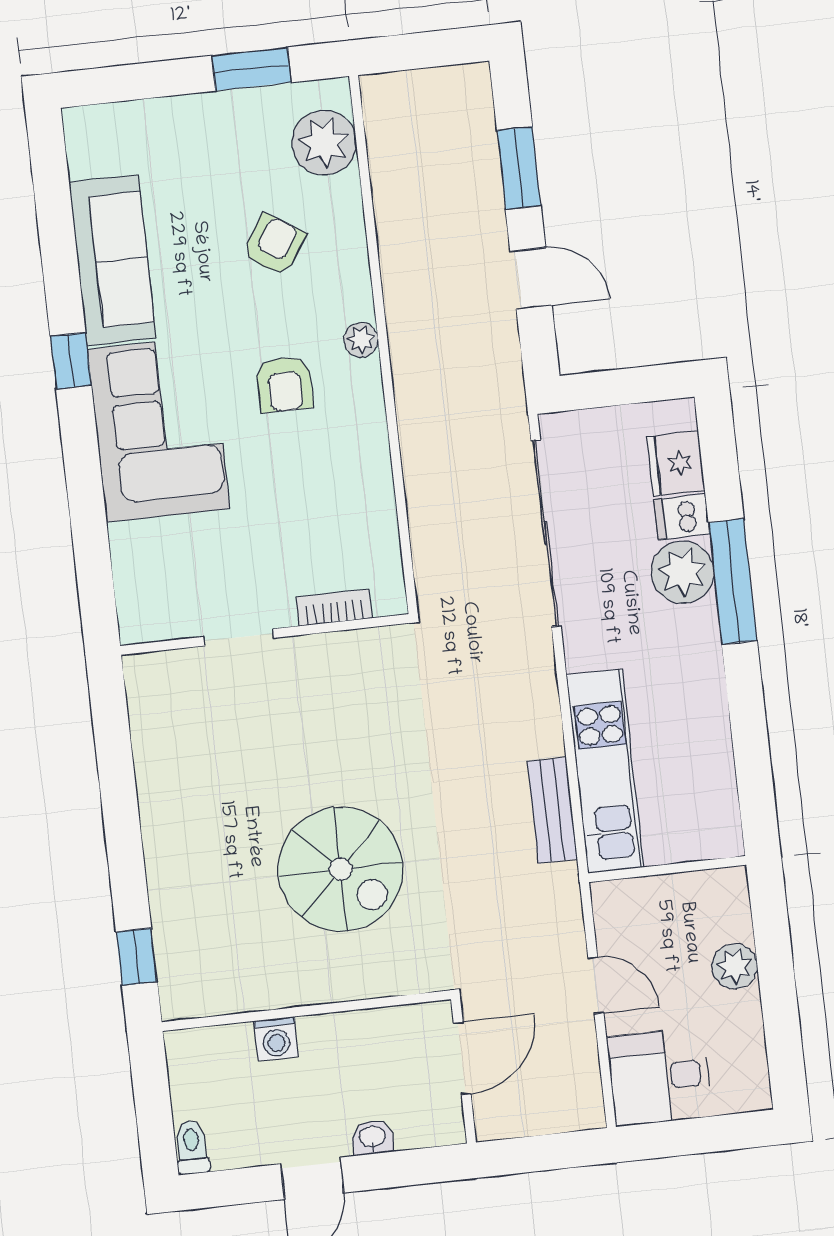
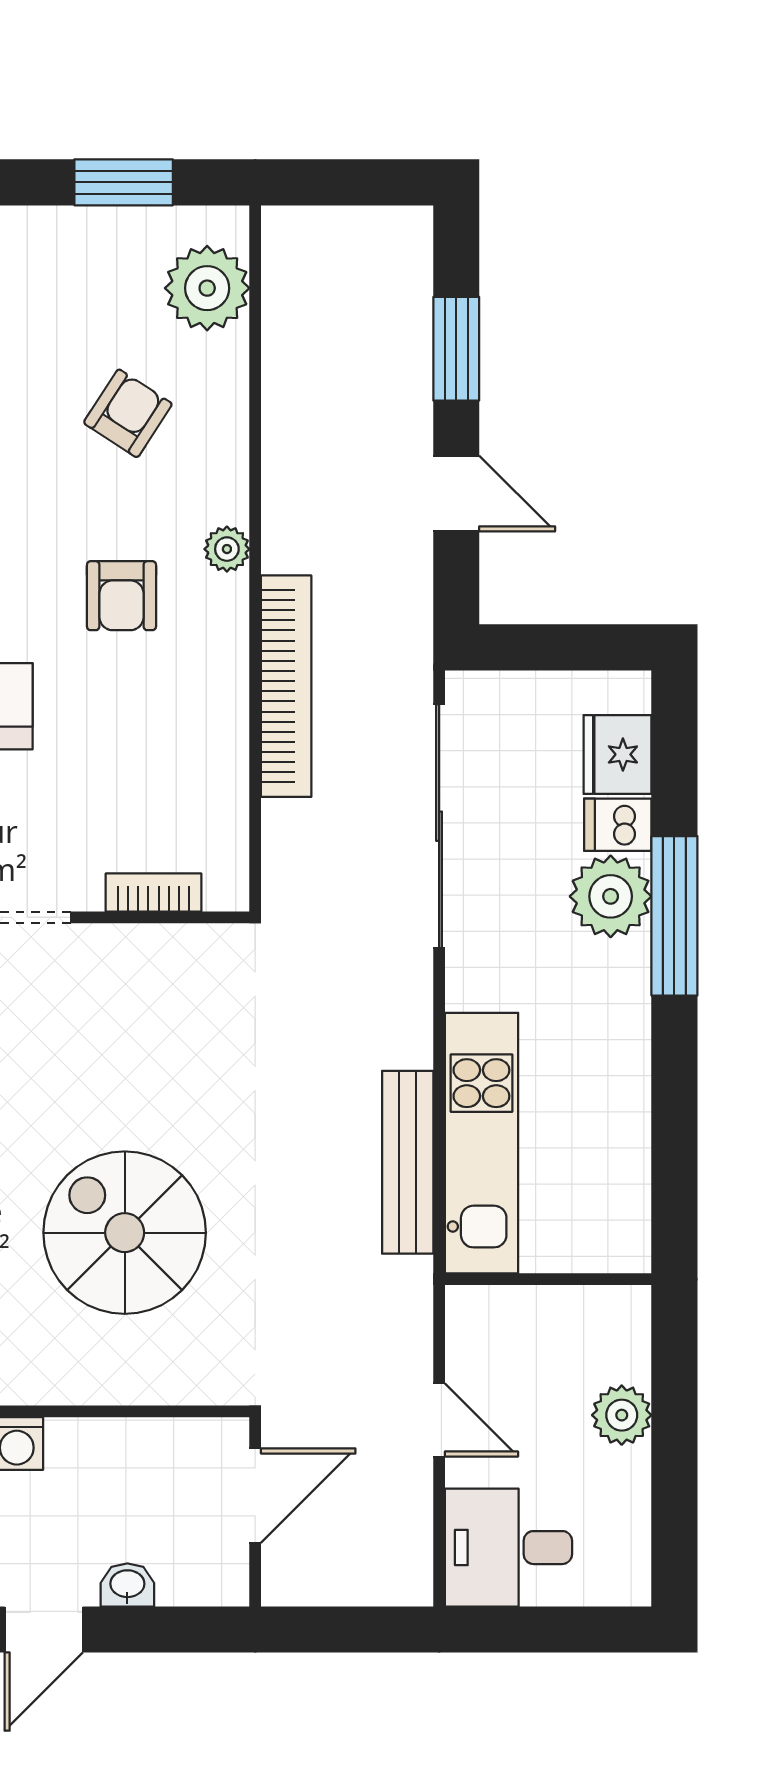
bookcase: (418, 439) -> (286, 686), added
bench: (552, 810) -> (408, 1162), width x1.36
spiral stairs: (341, 869) -> (125, 1233), turned 180

